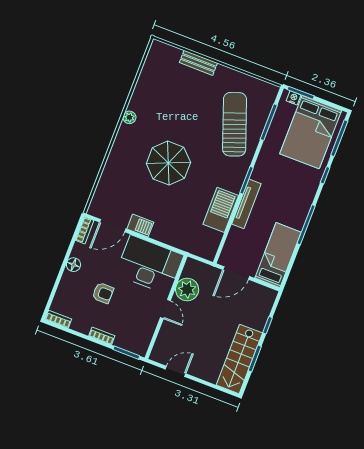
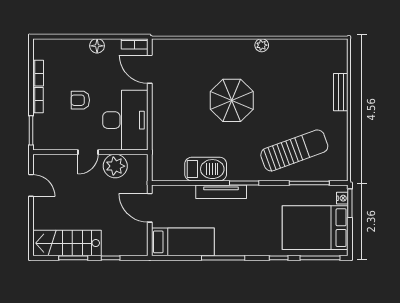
barbecue: (140, 226) -> (160, 96), removed
armchair: (103, 293) -> (80, 100), moved, turned 90
bookcase: (58, 319) -> (38, 73), moved

